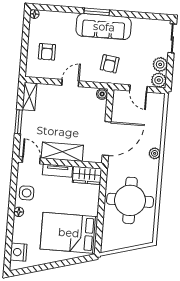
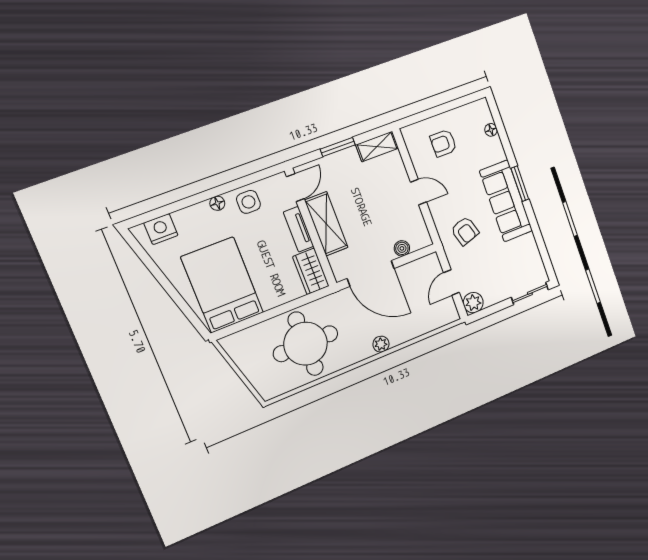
floor lamp: (34, 14) -> (491, 130), moved
armchair: (110, 64) -> (465, 231), turned -115
plant: (160, 64) -> (493, 295), removed
boiler: (102, 94) -> (402, 248), moved

